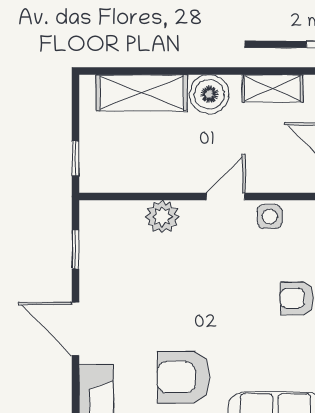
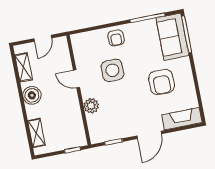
shelving: (142, 93) -> (36, 133), width x0.67, depth x0.75
side table: (270, 217) -> (112, 70), moved, width x1.87, depth x1.87

